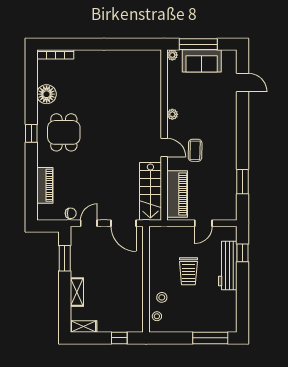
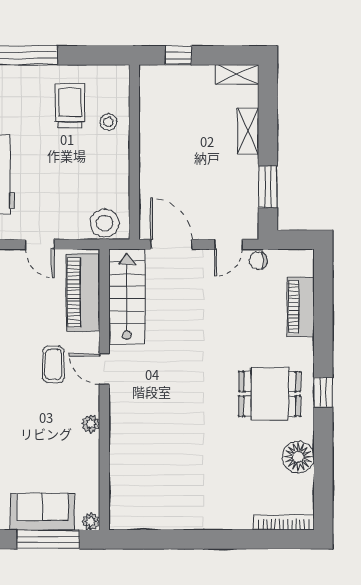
dining table: (64, 132) -> (270, 394), turned 90
door: (203, 223) -> (40, 244), swing flipped
trolley: (188, 271) -> (70, 106), moved
stool: (157, 316) -> (105, 223), moved, width x1.89, depth x1.89

